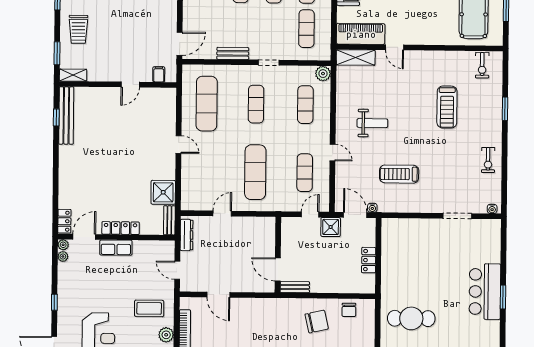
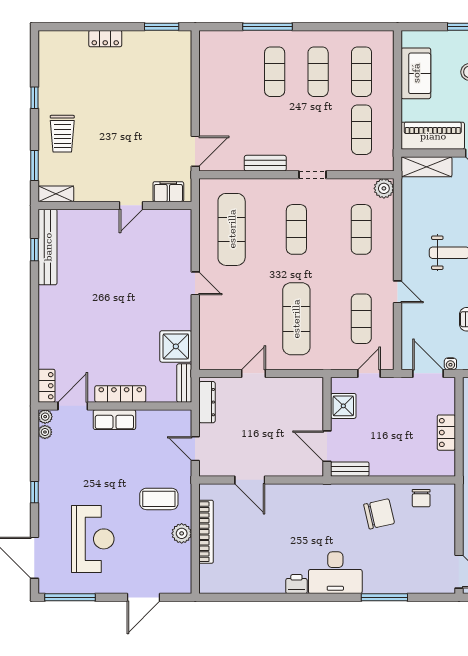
filing cabinet: (159, 74) -> (168, 192), width x2.00
shower: (331, 227) -> (343, 406), moved

